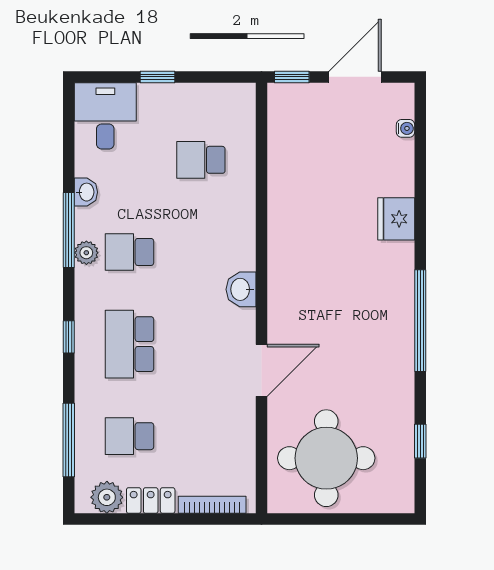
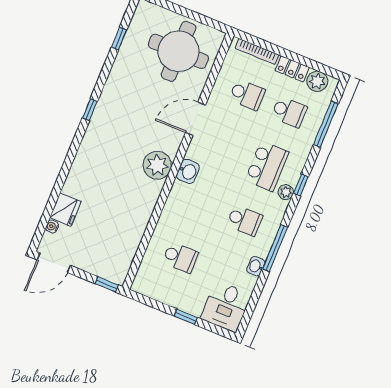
door: (355, 77) -> (54, 263), moved
fridge: (396, 219) -> (65, 210), moved
plant: (86, 253) -> (286, 192), moved
plant: (289, 280) -> (157, 165), added
window: (420, 321) -> (90, 110), width x0.32
school desk: (201, 436) -> (247, 95), added

